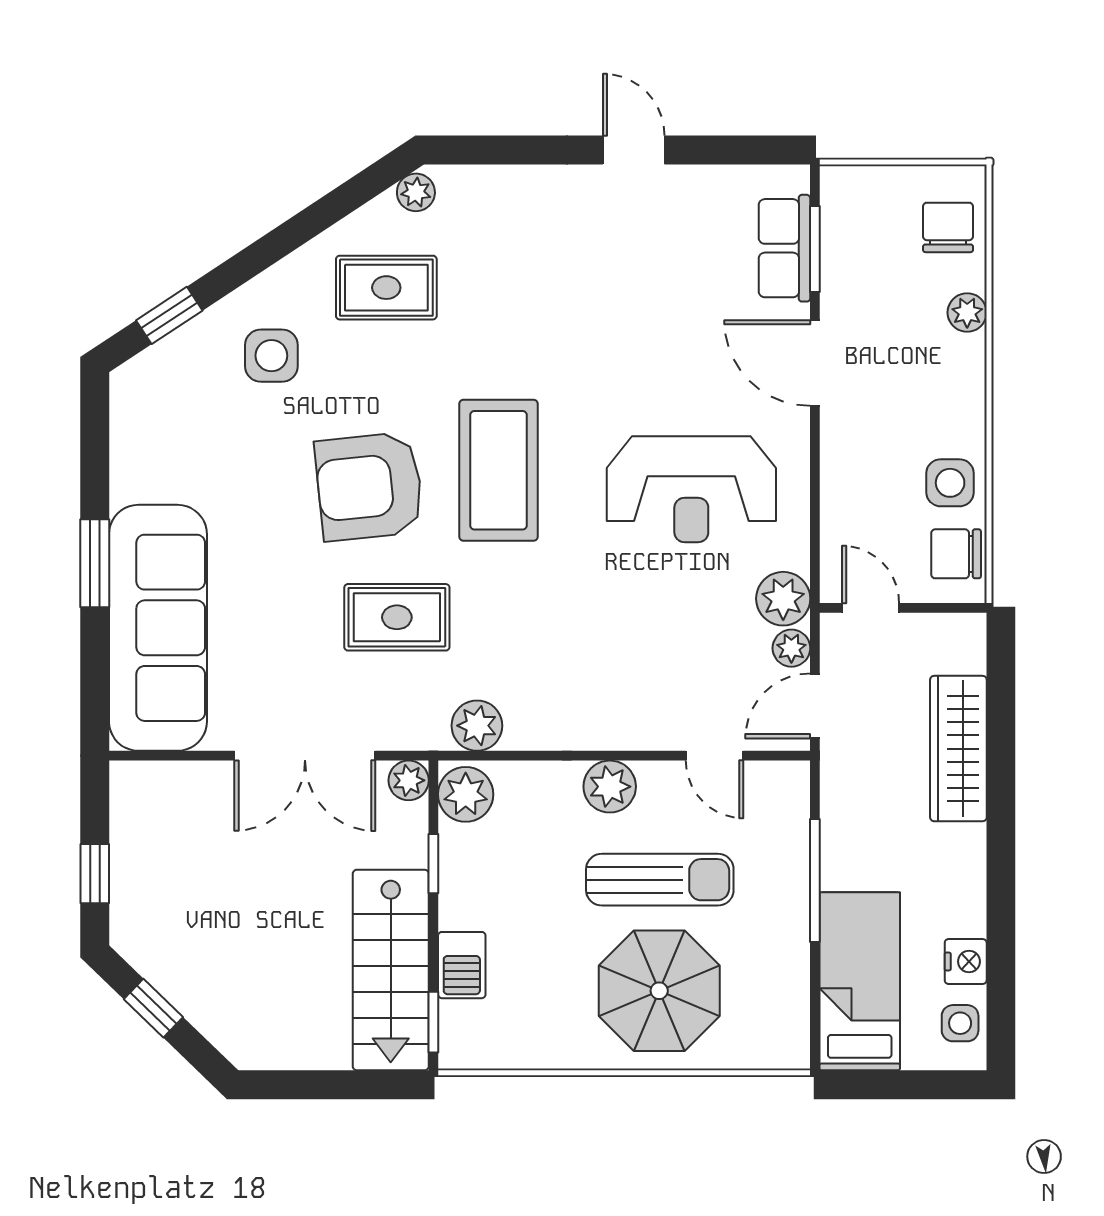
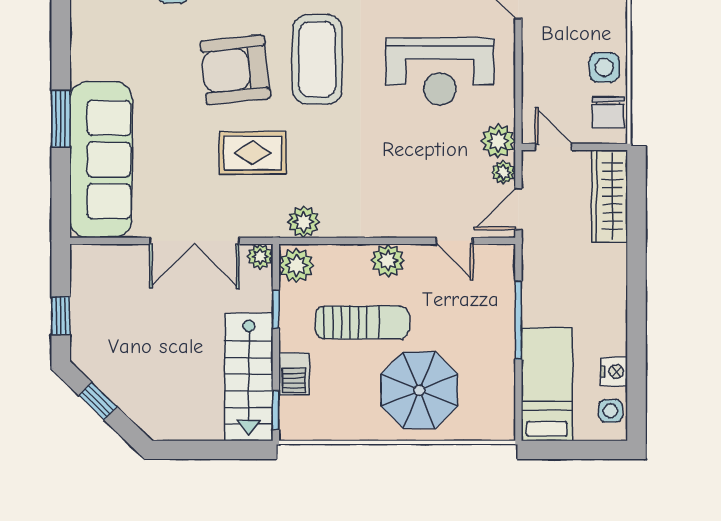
chair: (956, 554) -> (608, 113), turned -90
wardrobe: (958, 749) -> (610, 196), moved
sun lounger: (660, 880) -> (362, 322), moved

